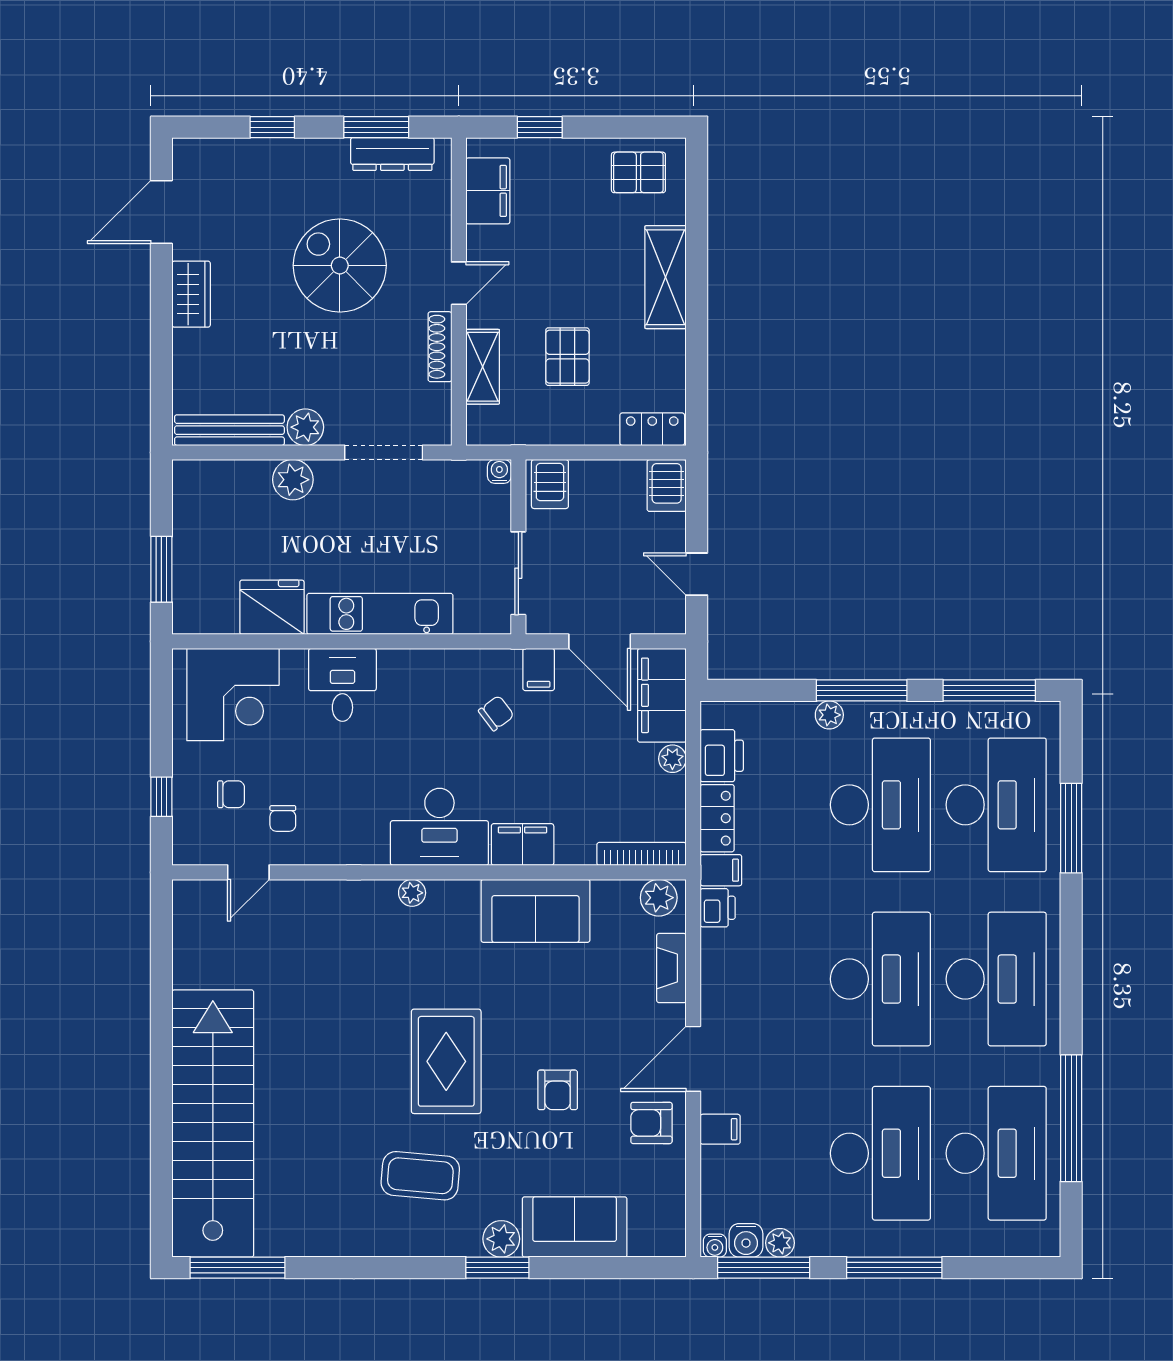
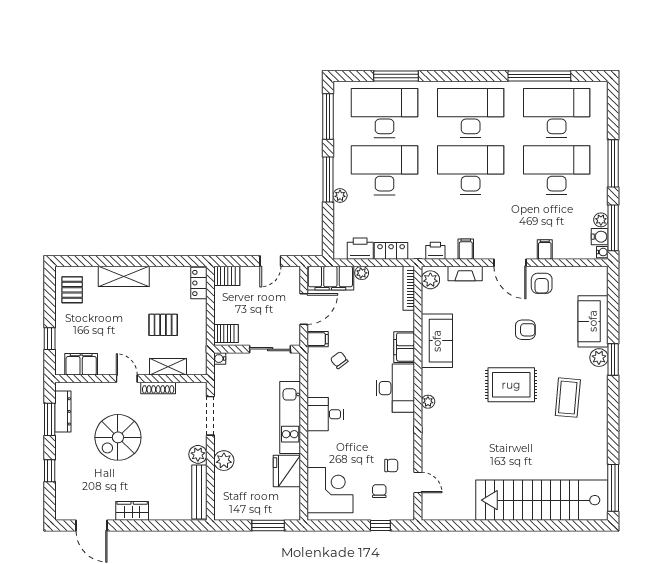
desk: (342, 685) -> (325, 414), moved
filing cabinet: (721, 870) -> (466, 249), moved

